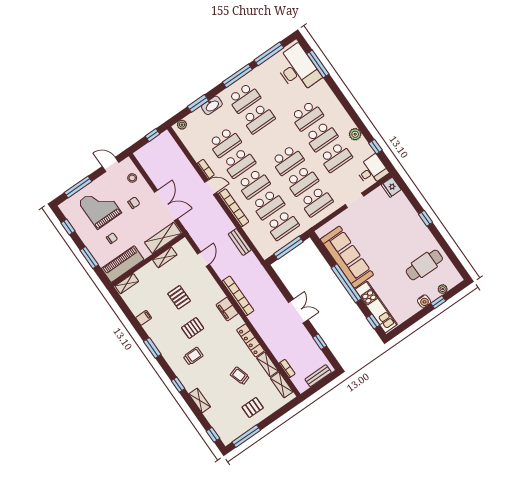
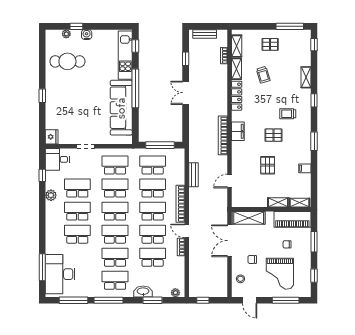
school desk: (273, 139) -> (115, 234), added
shelving: (165, 257) -> (278, 202), moved

